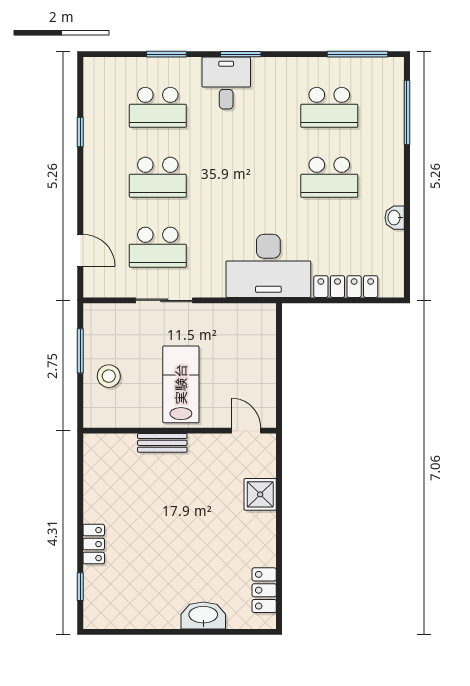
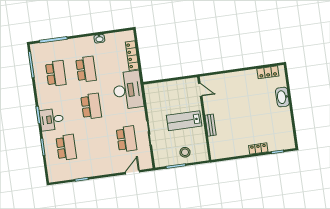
school desk: (158, 177) -> (91, 106), moved
door: (246, 431) -> (200, 90), swing flipped
shower: (260, 494) -> (227, 80), removed

